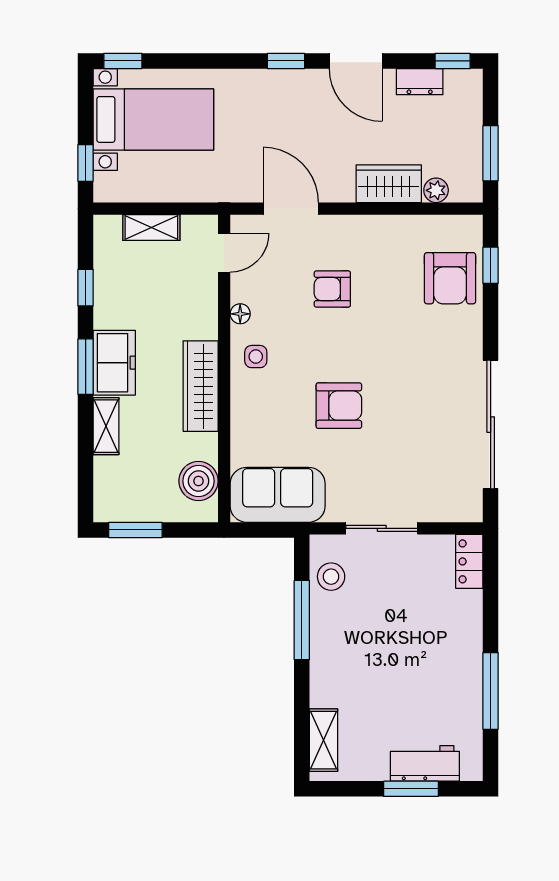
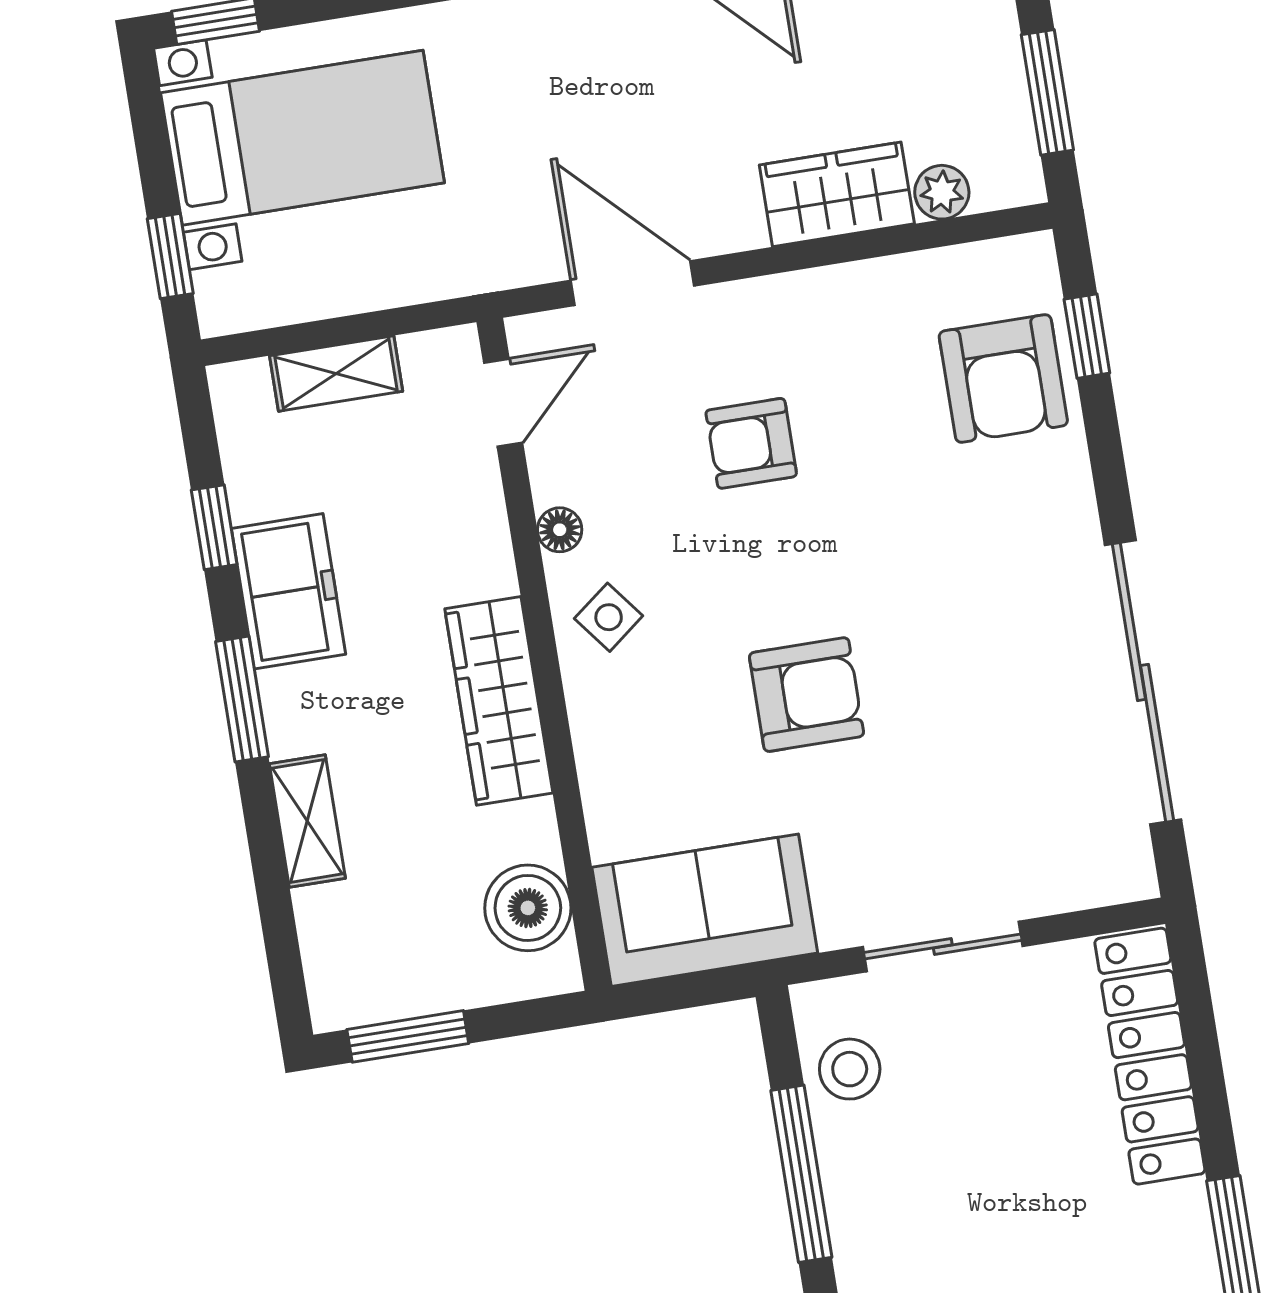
side table: (256, 357) -> (609, 617), turned -38
freezer: (114, 363) -> (289, 591), moved
locker: (469, 561) -> (1150, 1056), width x2.16, depth x1.21

